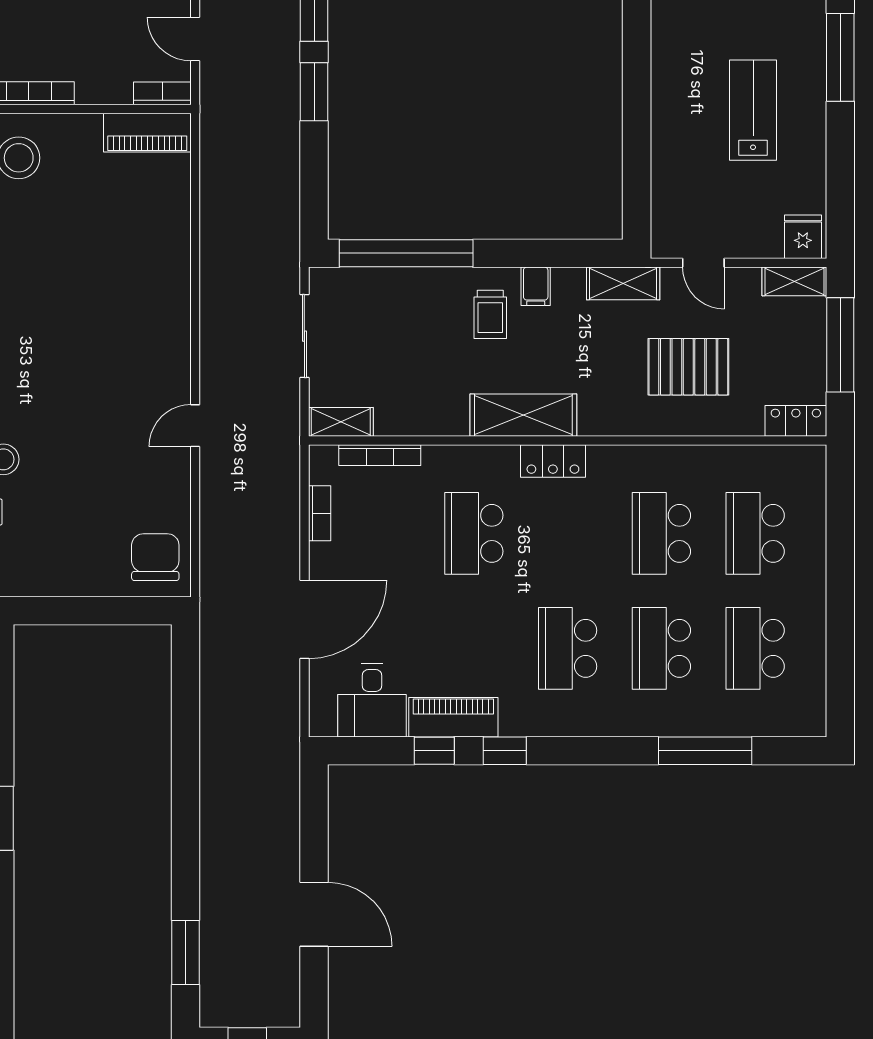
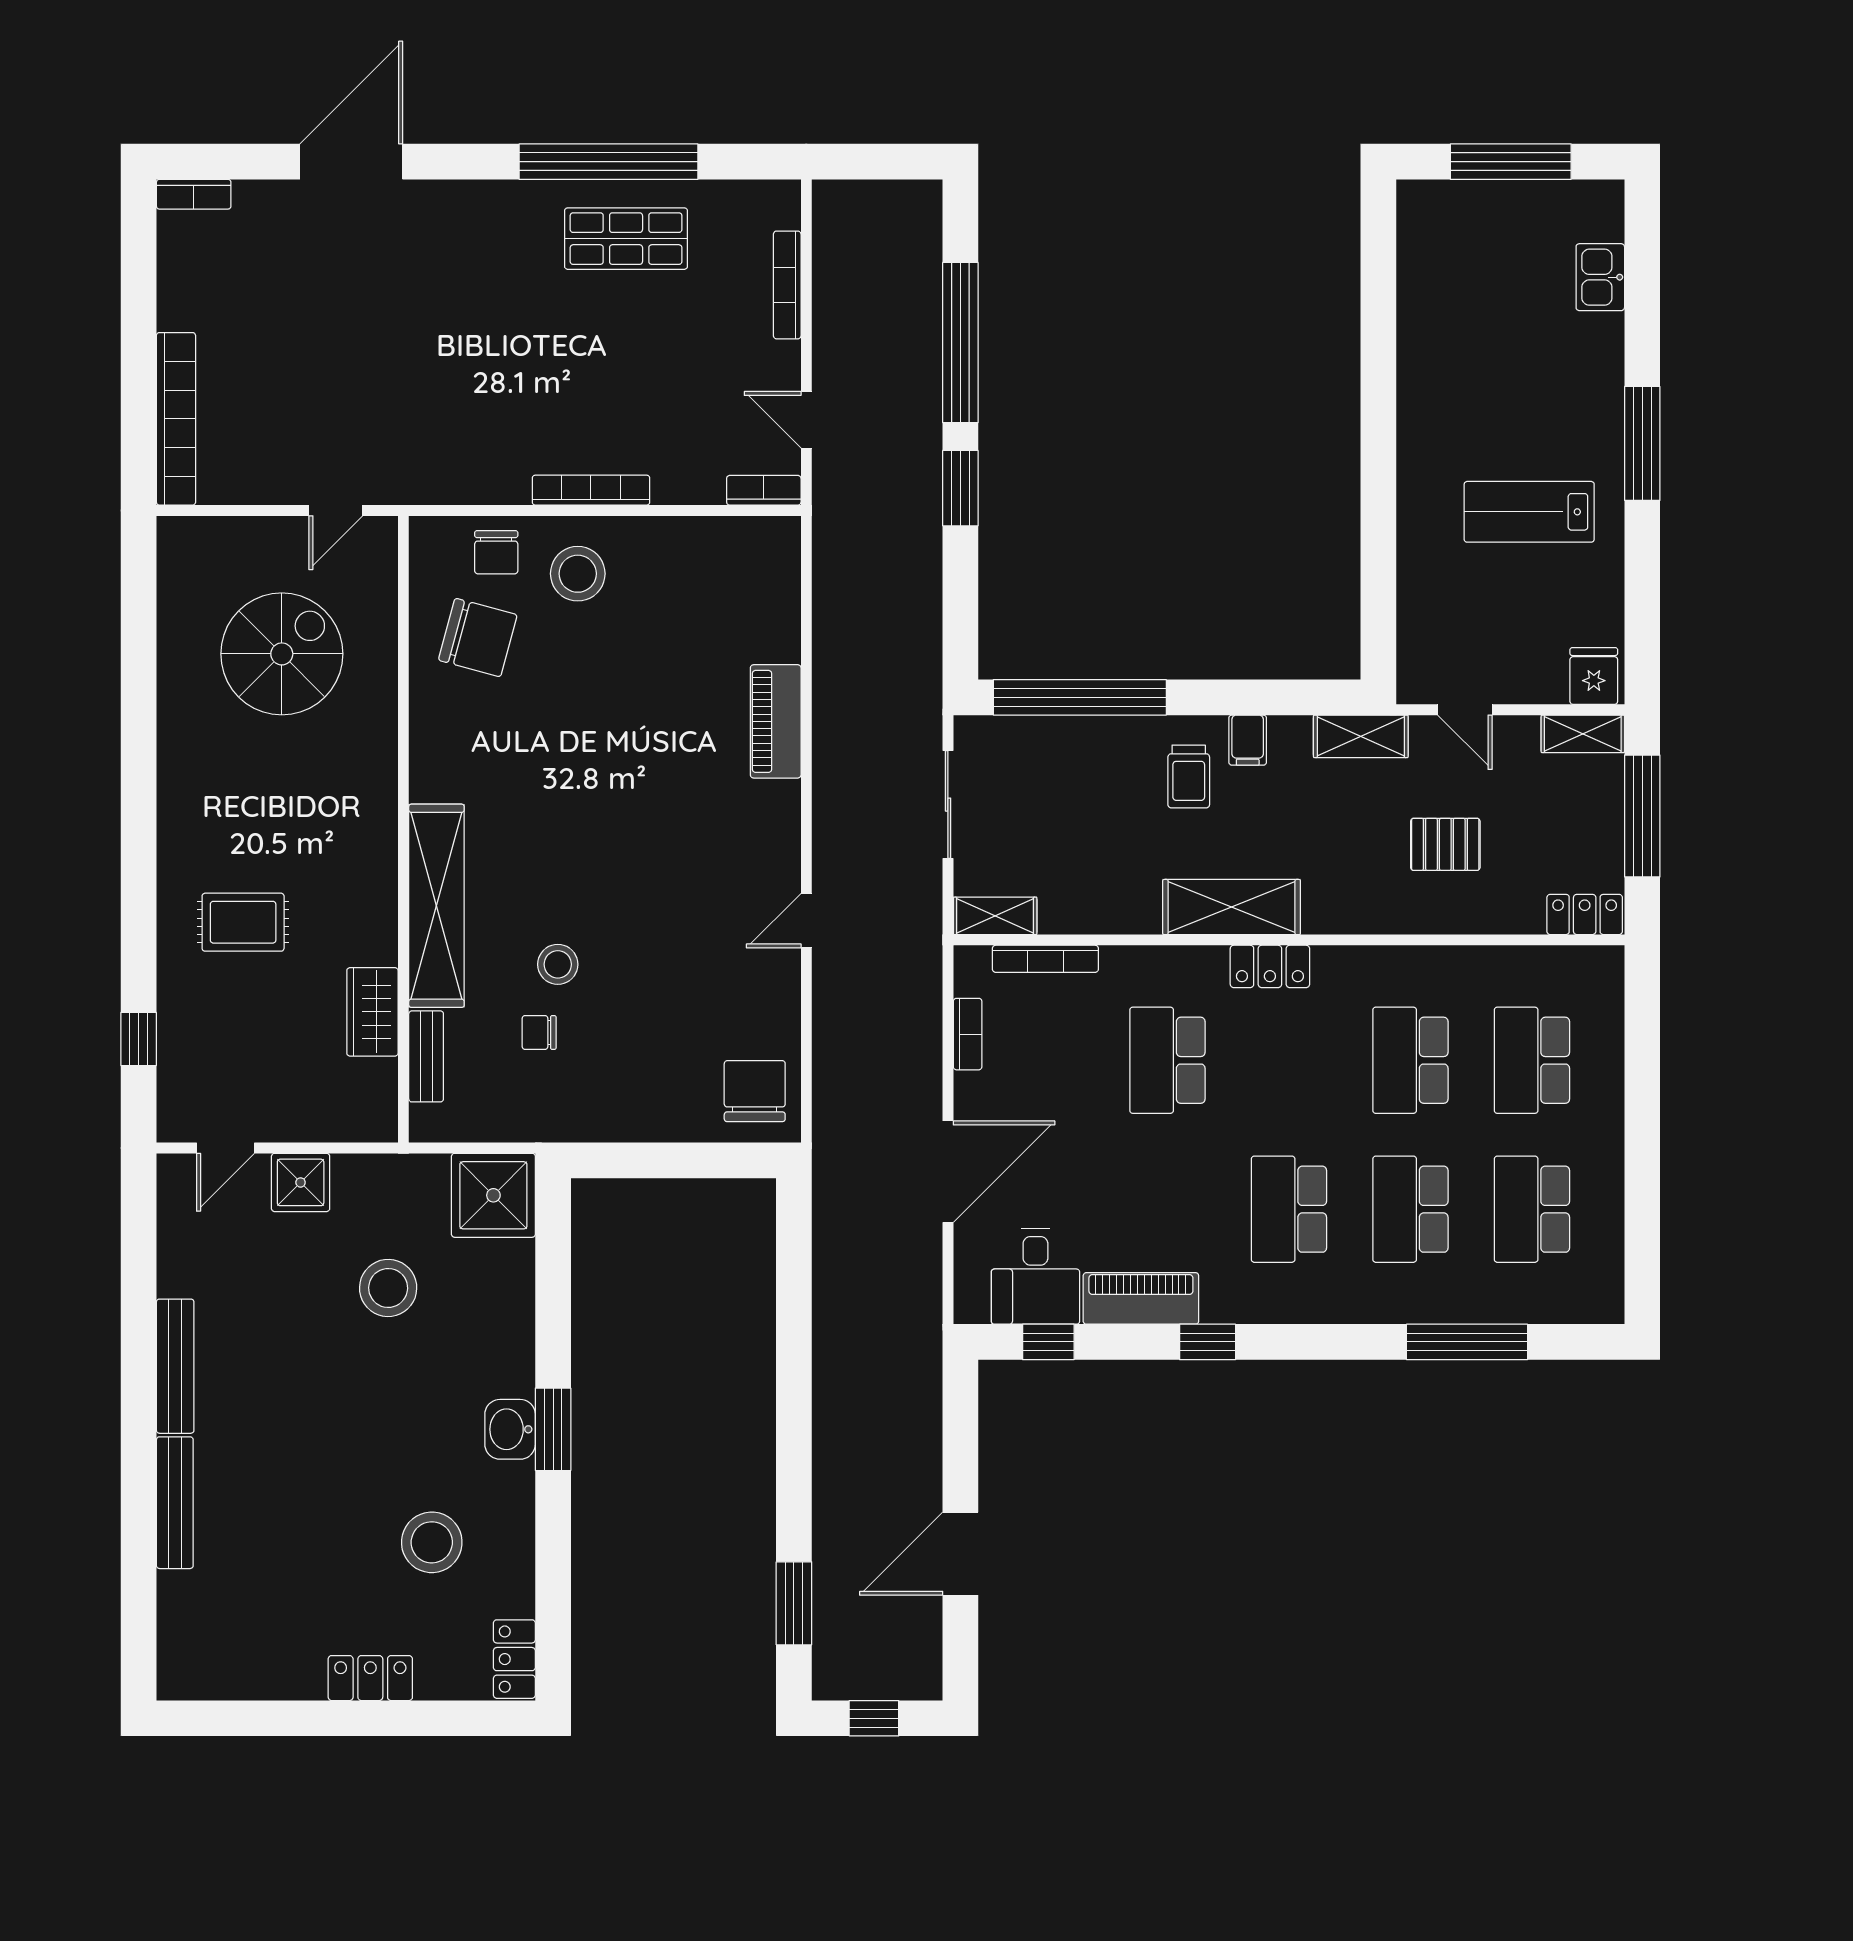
lab bench: (753, 110) -> (1529, 512), turned -90
piano: (147, 133) -> (776, 721), moved, turned 90
pallet: (688, 367) -> (1445, 844), width x0.67, depth x0.71
window: (434, 751) -> (1048, 1342), moved
door: (314, 914) -> (960, 1554), swing flipped

